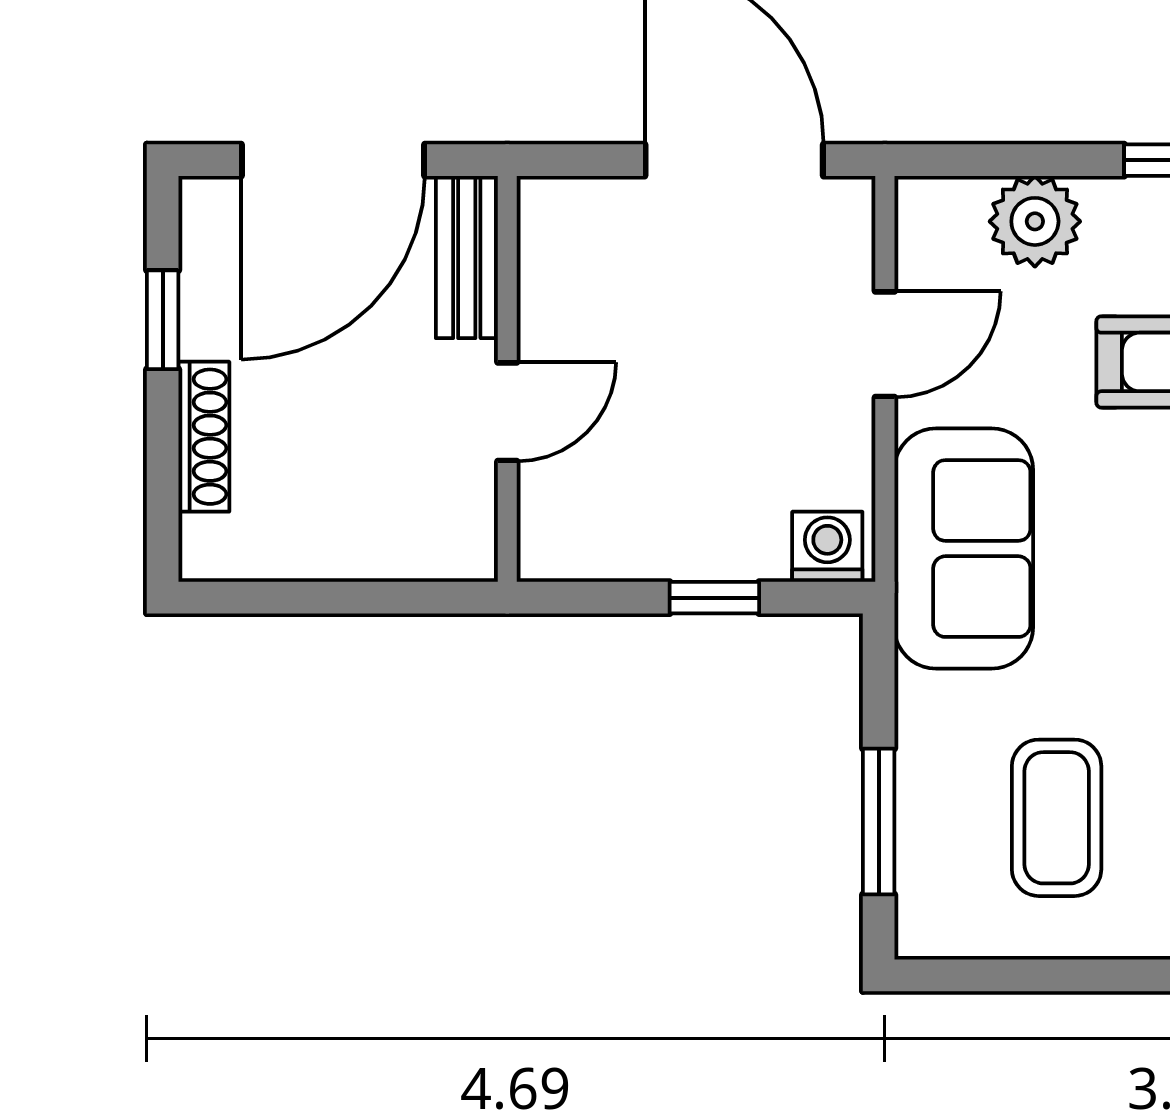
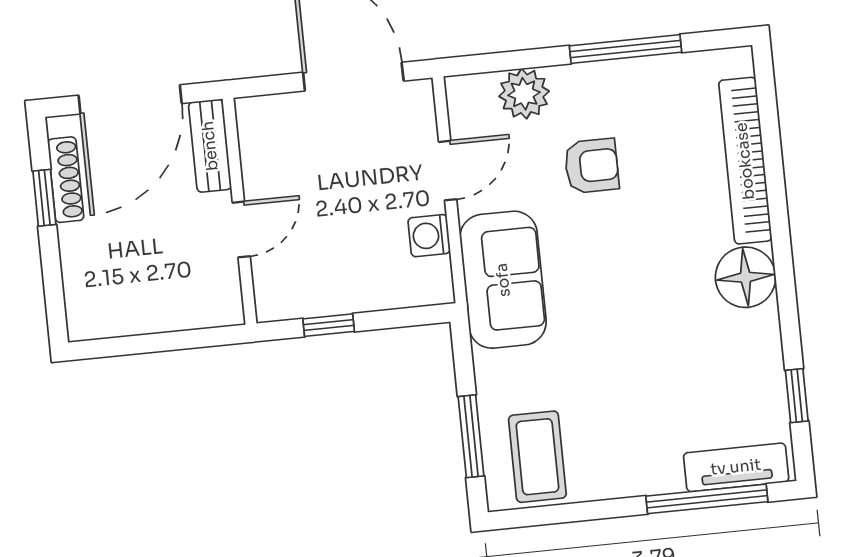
shoe rack: (204, 437) -> (66, 180), moved
washing machine: (827, 547) -> (429, 236), moved, turned -90
window: (714, 598) -> (329, 325), moved
coffee table: (1057, 818) -> (537, 457), moved

